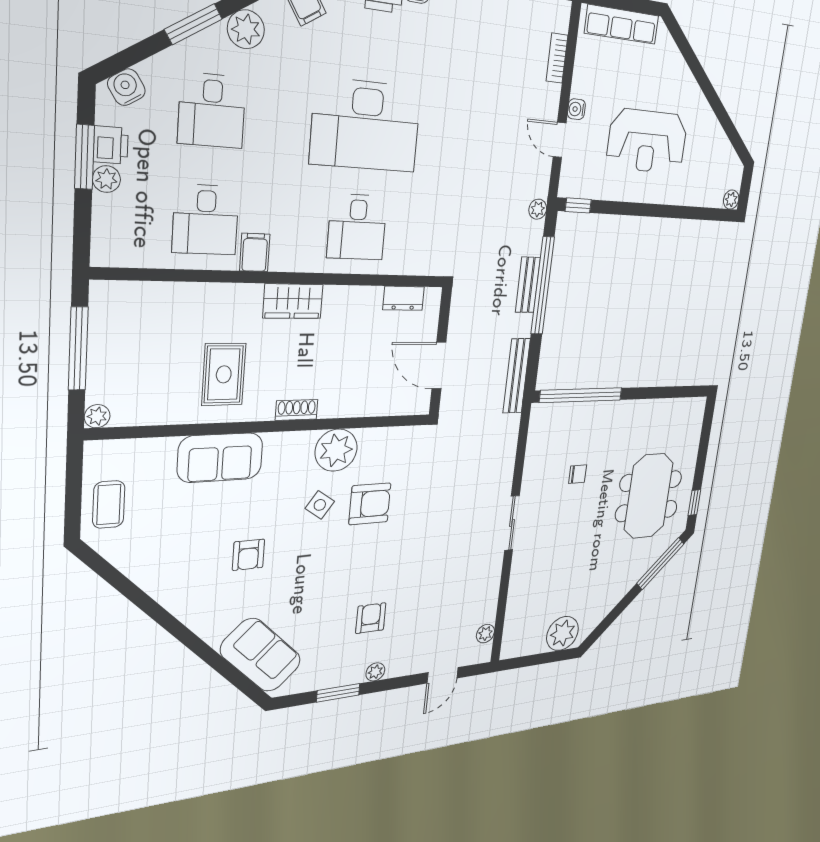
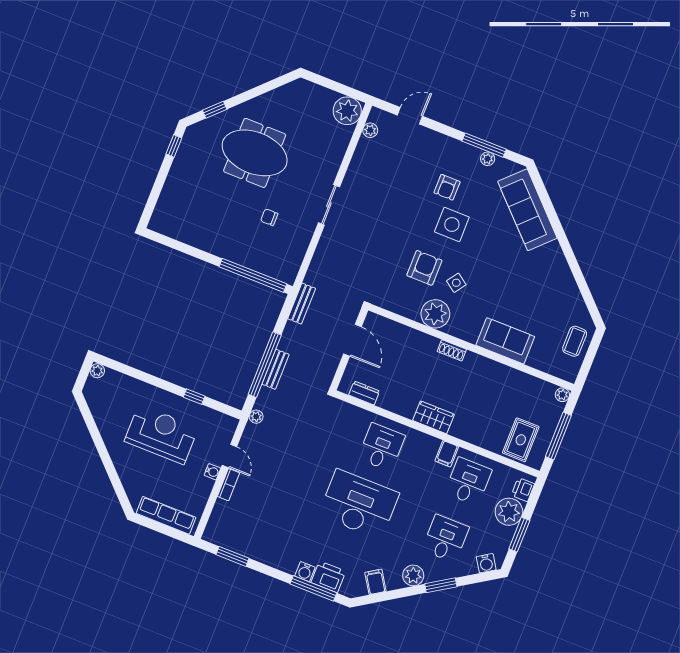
bookcase: (557, 58) -> (228, 485), moved
printer: (111, 145) -> (523, 490), moved
plant: (106, 179) -> (509, 512), width x1.88, depth x1.88
window: (578, 205) -> (194, 397), moved
rug: (224, 374) -> (521, 440), moved
bench: (517, 376) -> (302, 304), width x0.73
meeting table: (649, 496) -> (255, 153), moved, turned 90
armchair: (370, 504) -> (424, 268), turned 90
armchair: (248, 555) -> (509, 272), removed
window: (660, 563) -> (215, 110), width x0.46
side table: (350, 576) -> (452, 225), added
plant: (563, 633) -> (347, 111), moved
sofa: (261, 655) -> (527, 210), width x1.36
plant: (375, 672) -> (488, 159), moved
window: (338, 693) -> (484, 145), width x1.44

